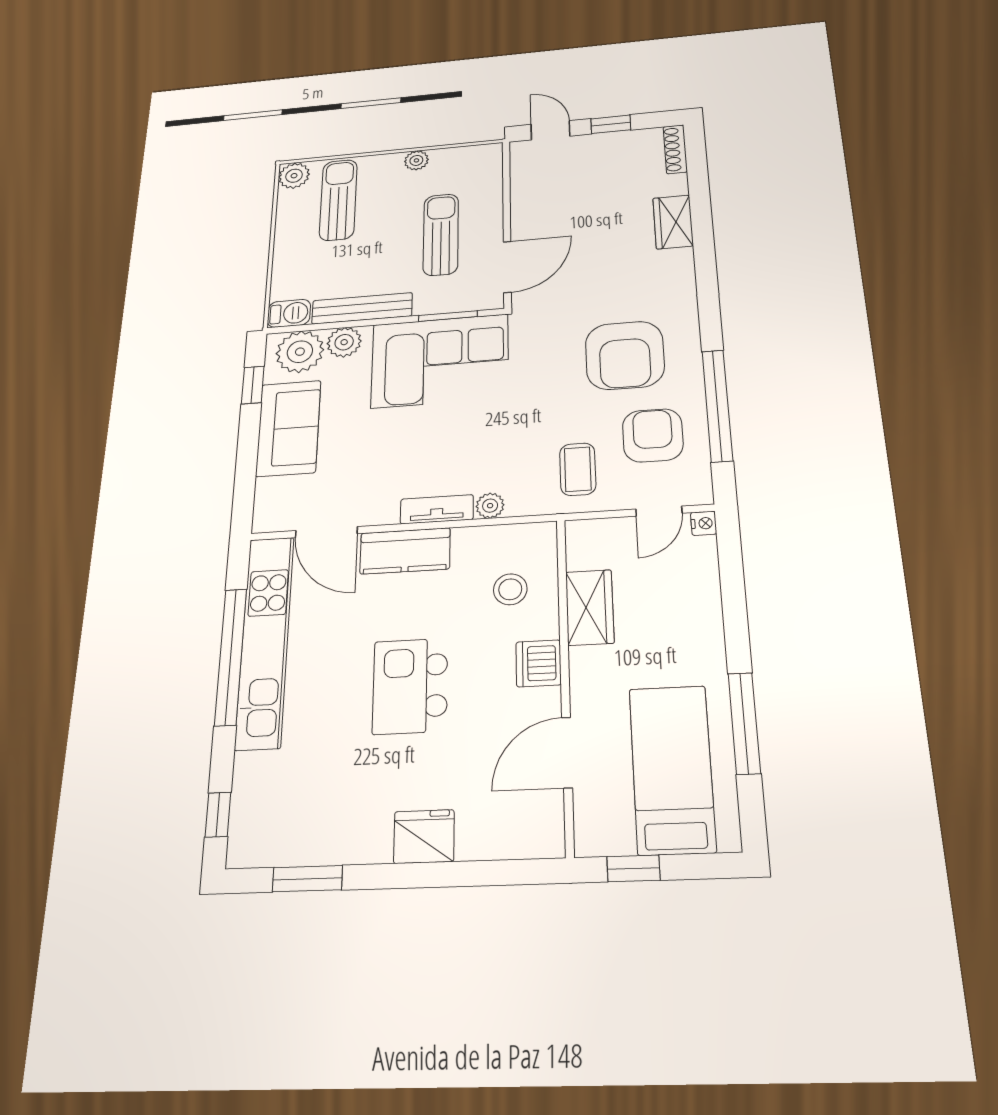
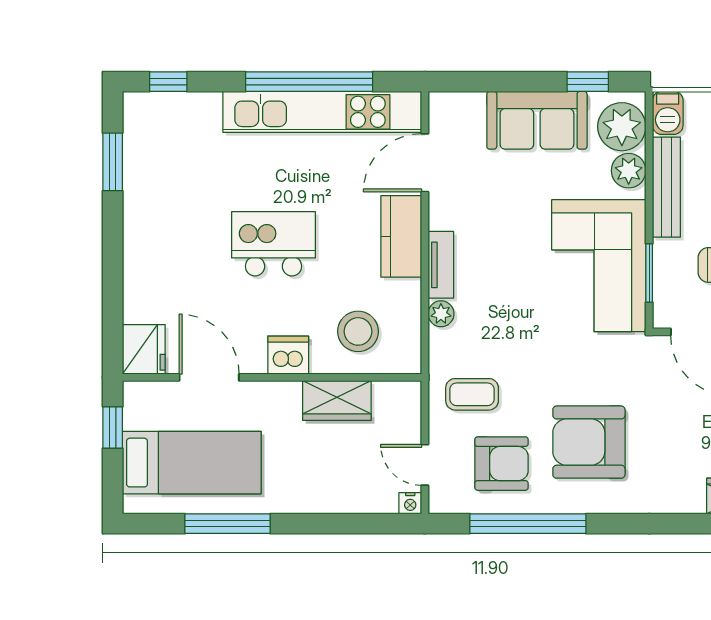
stool: (510, 589) -> (358, 331), width x1.38, depth x1.38
fridge: (424, 837) -> (144, 349), moved

